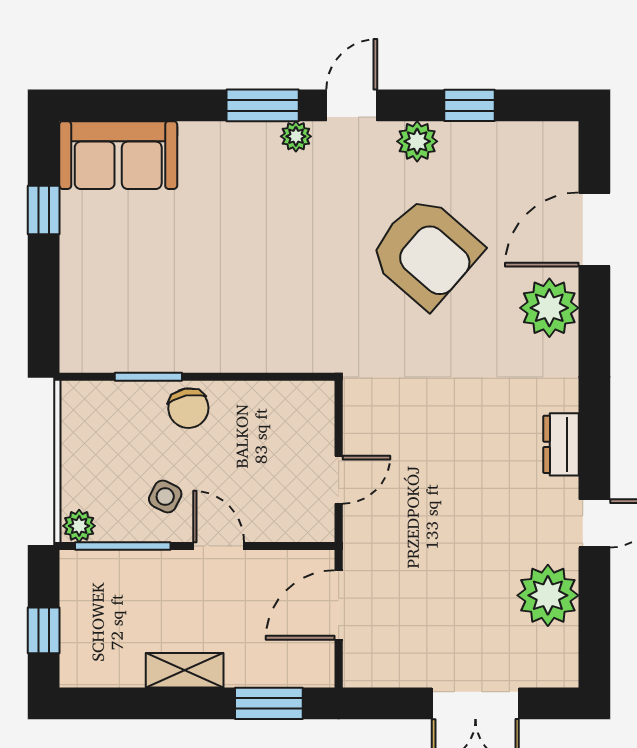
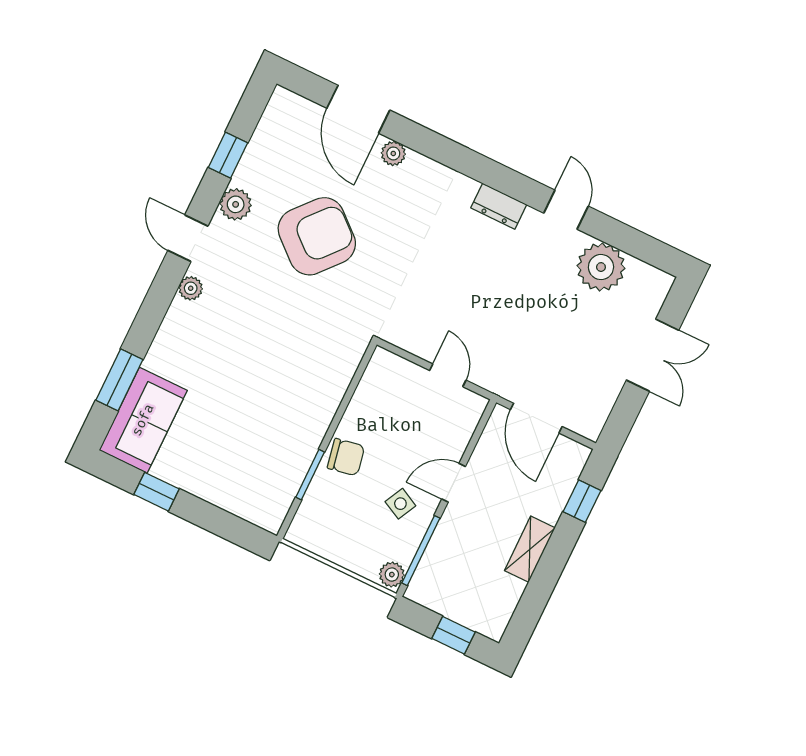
window: (263, 105) -> (119, 380), moved
plant: (549, 308) -> (393, 153), width x0.53, depth x0.53
window: (269, 703) -> (582, 501), width x0.67

